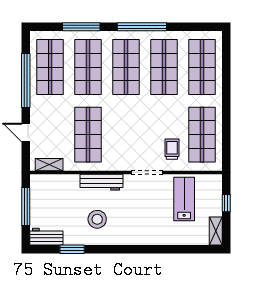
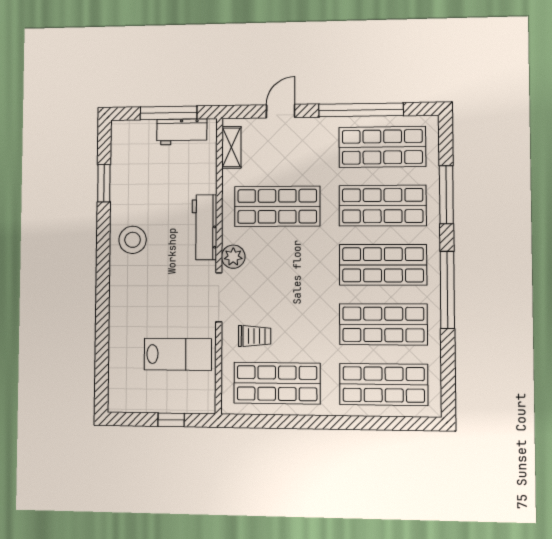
plant: (121, 163) -> (233, 257), added
stool: (97, 219) -> (133, 240), moved
shelving: (216, 231) -> (129, 403), removed
workbench: (46, 237) -> (182, 132), moved, turned 90

